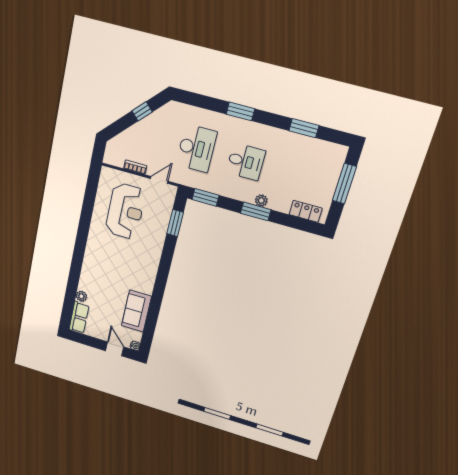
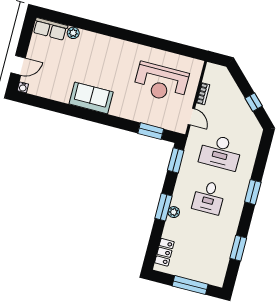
sofa: (136, 311) -> (91, 98), moved

